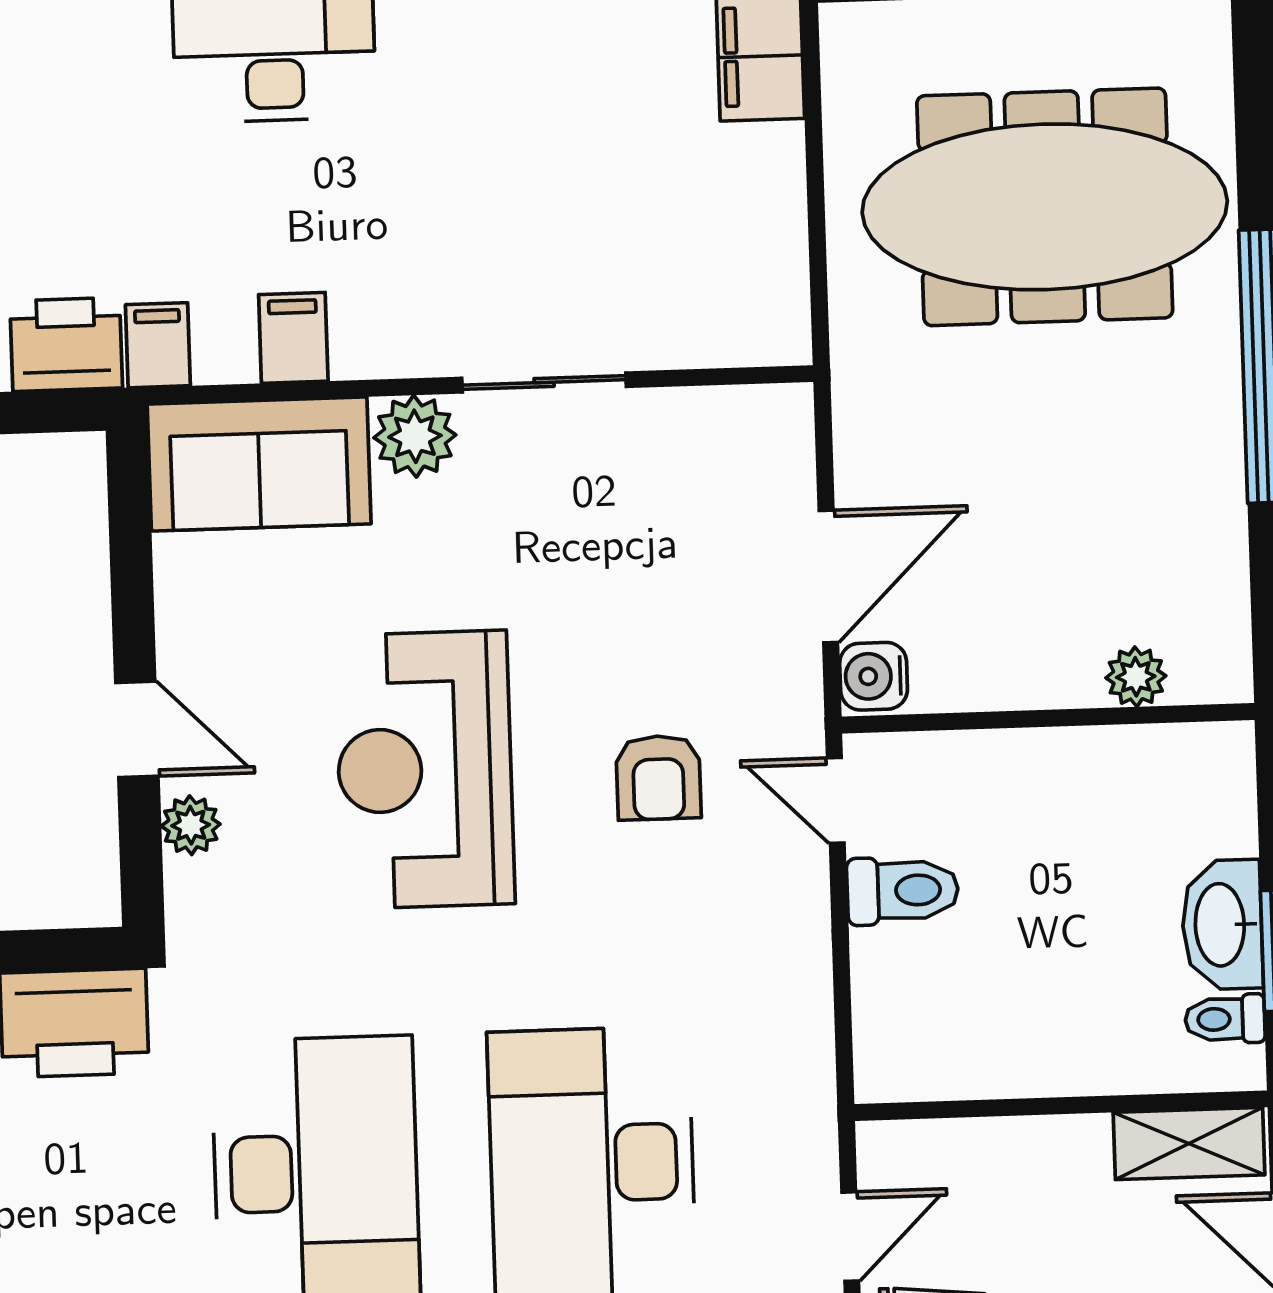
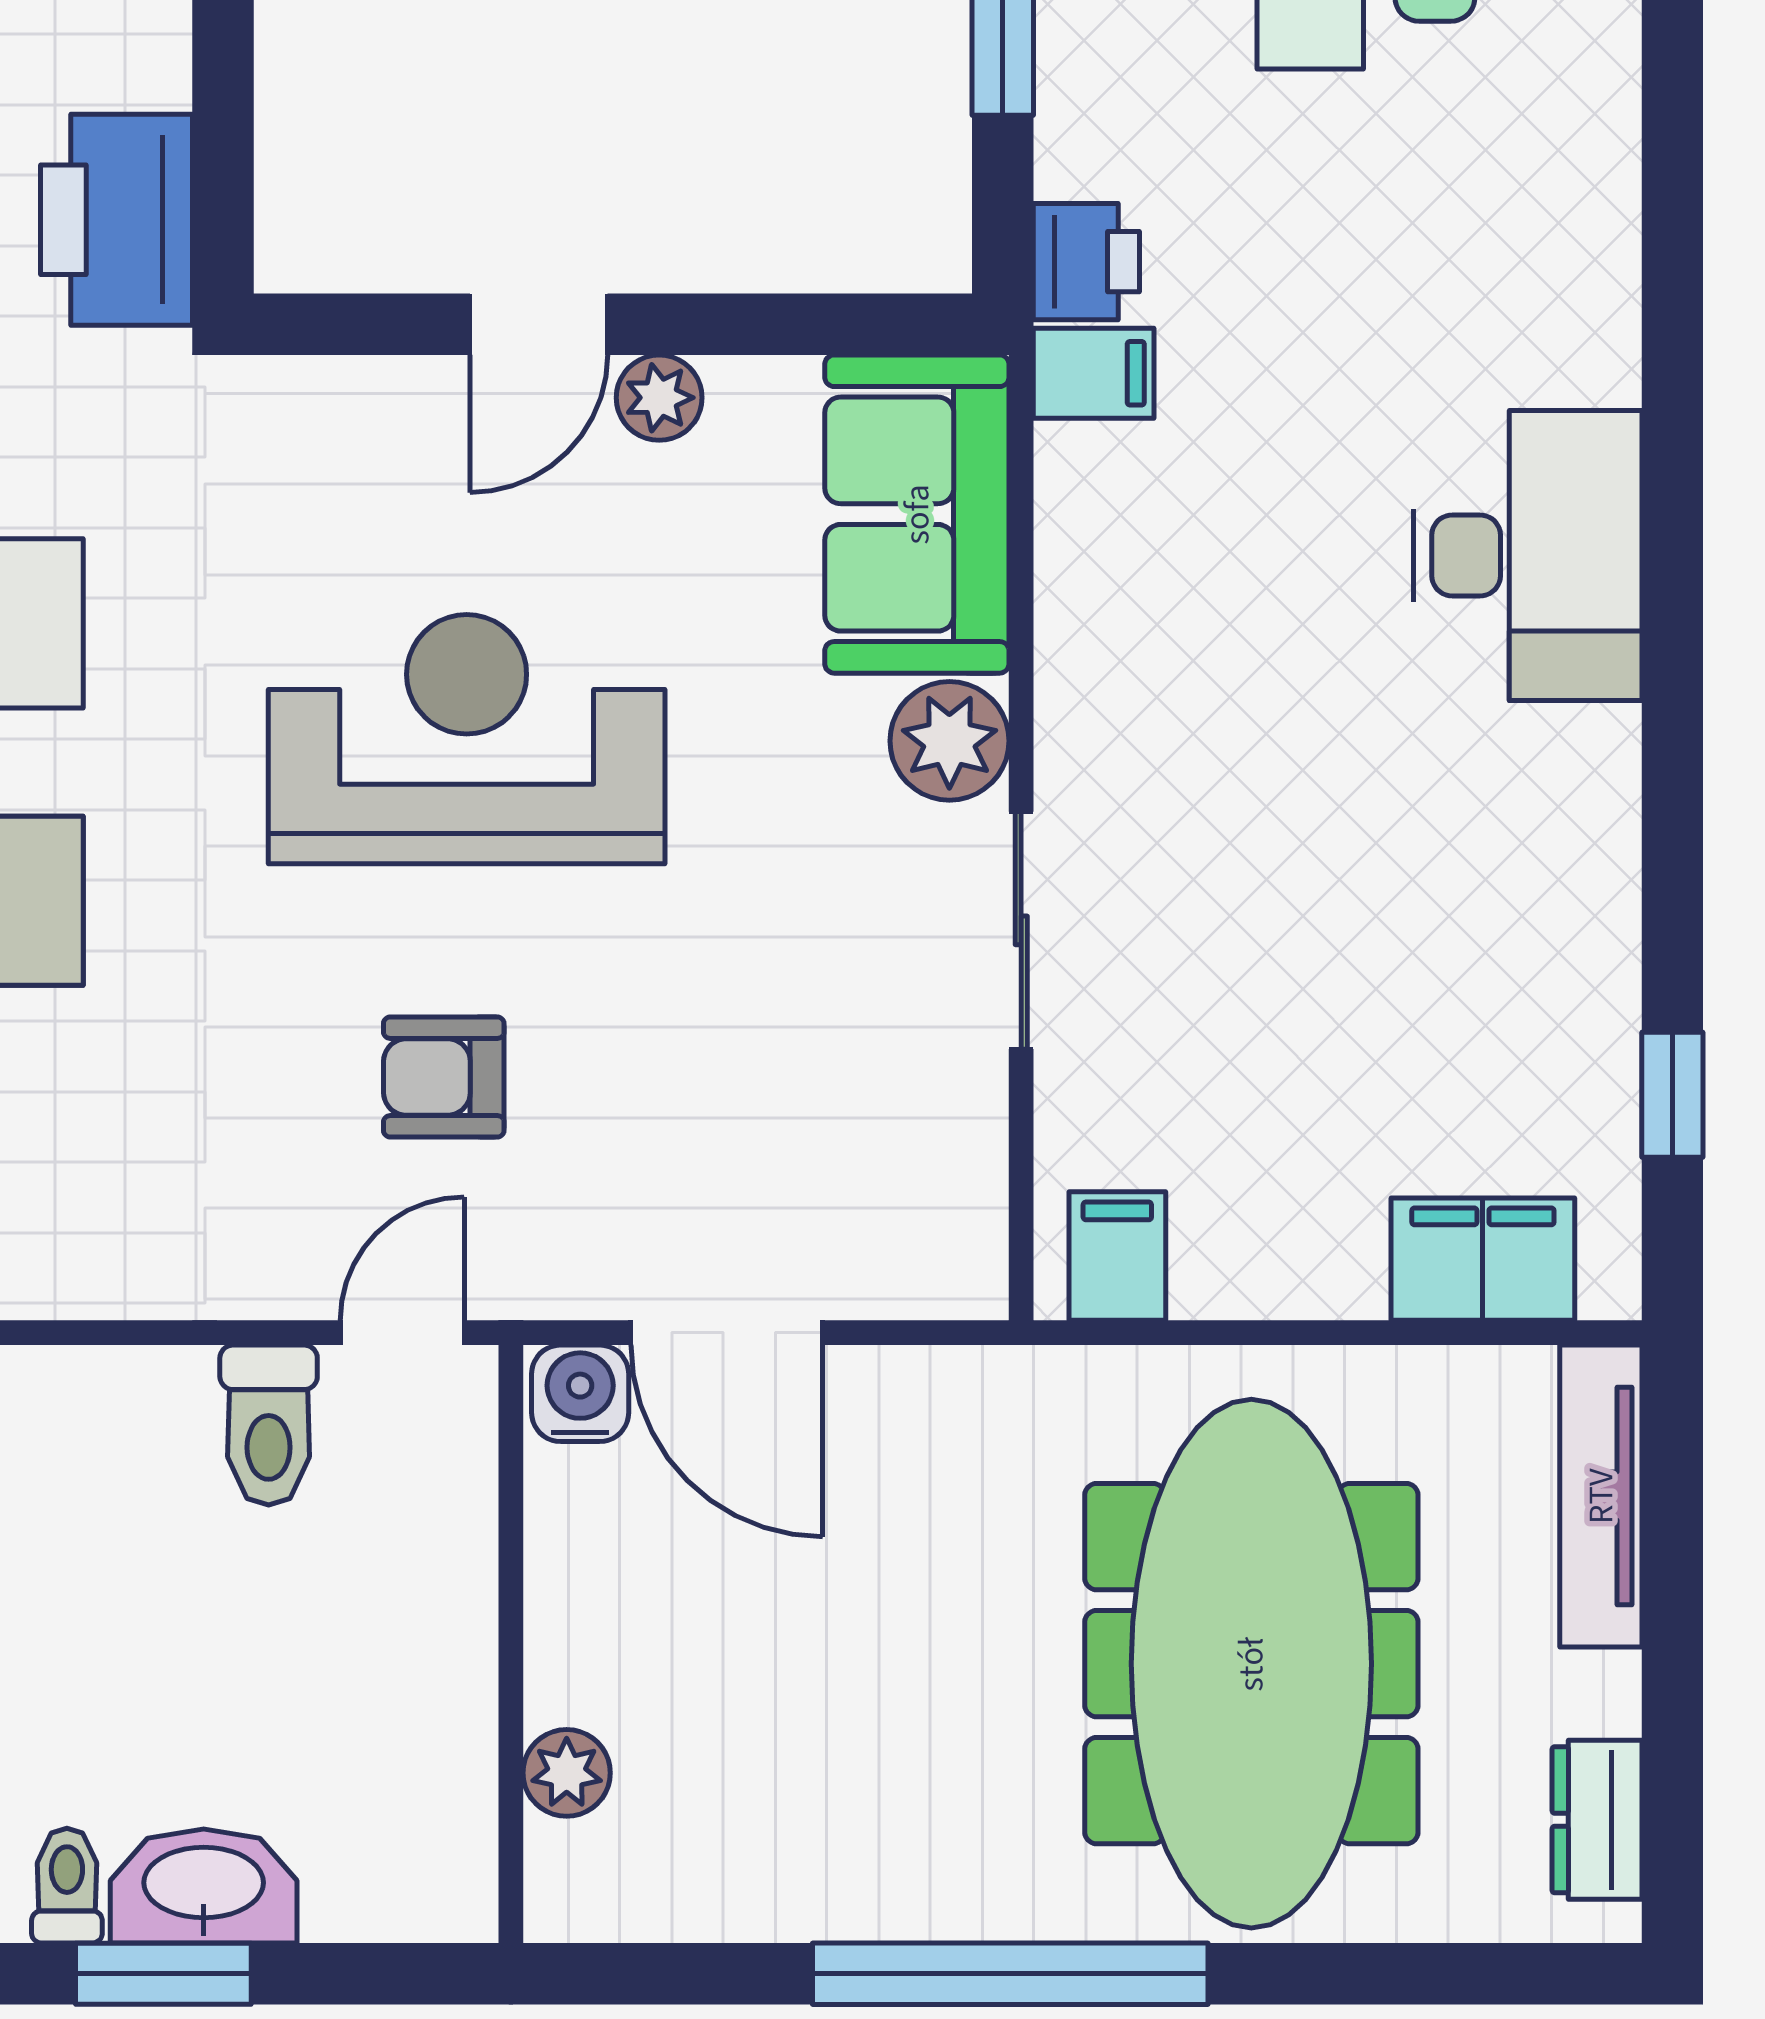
filing cabinet: (293, 338) -> (1117, 1256), moved, turned -90
printer: (66, 344) -> (1086, 262), width x0.73, depth x0.81
plant: (191, 825) -> (659, 398), moved

